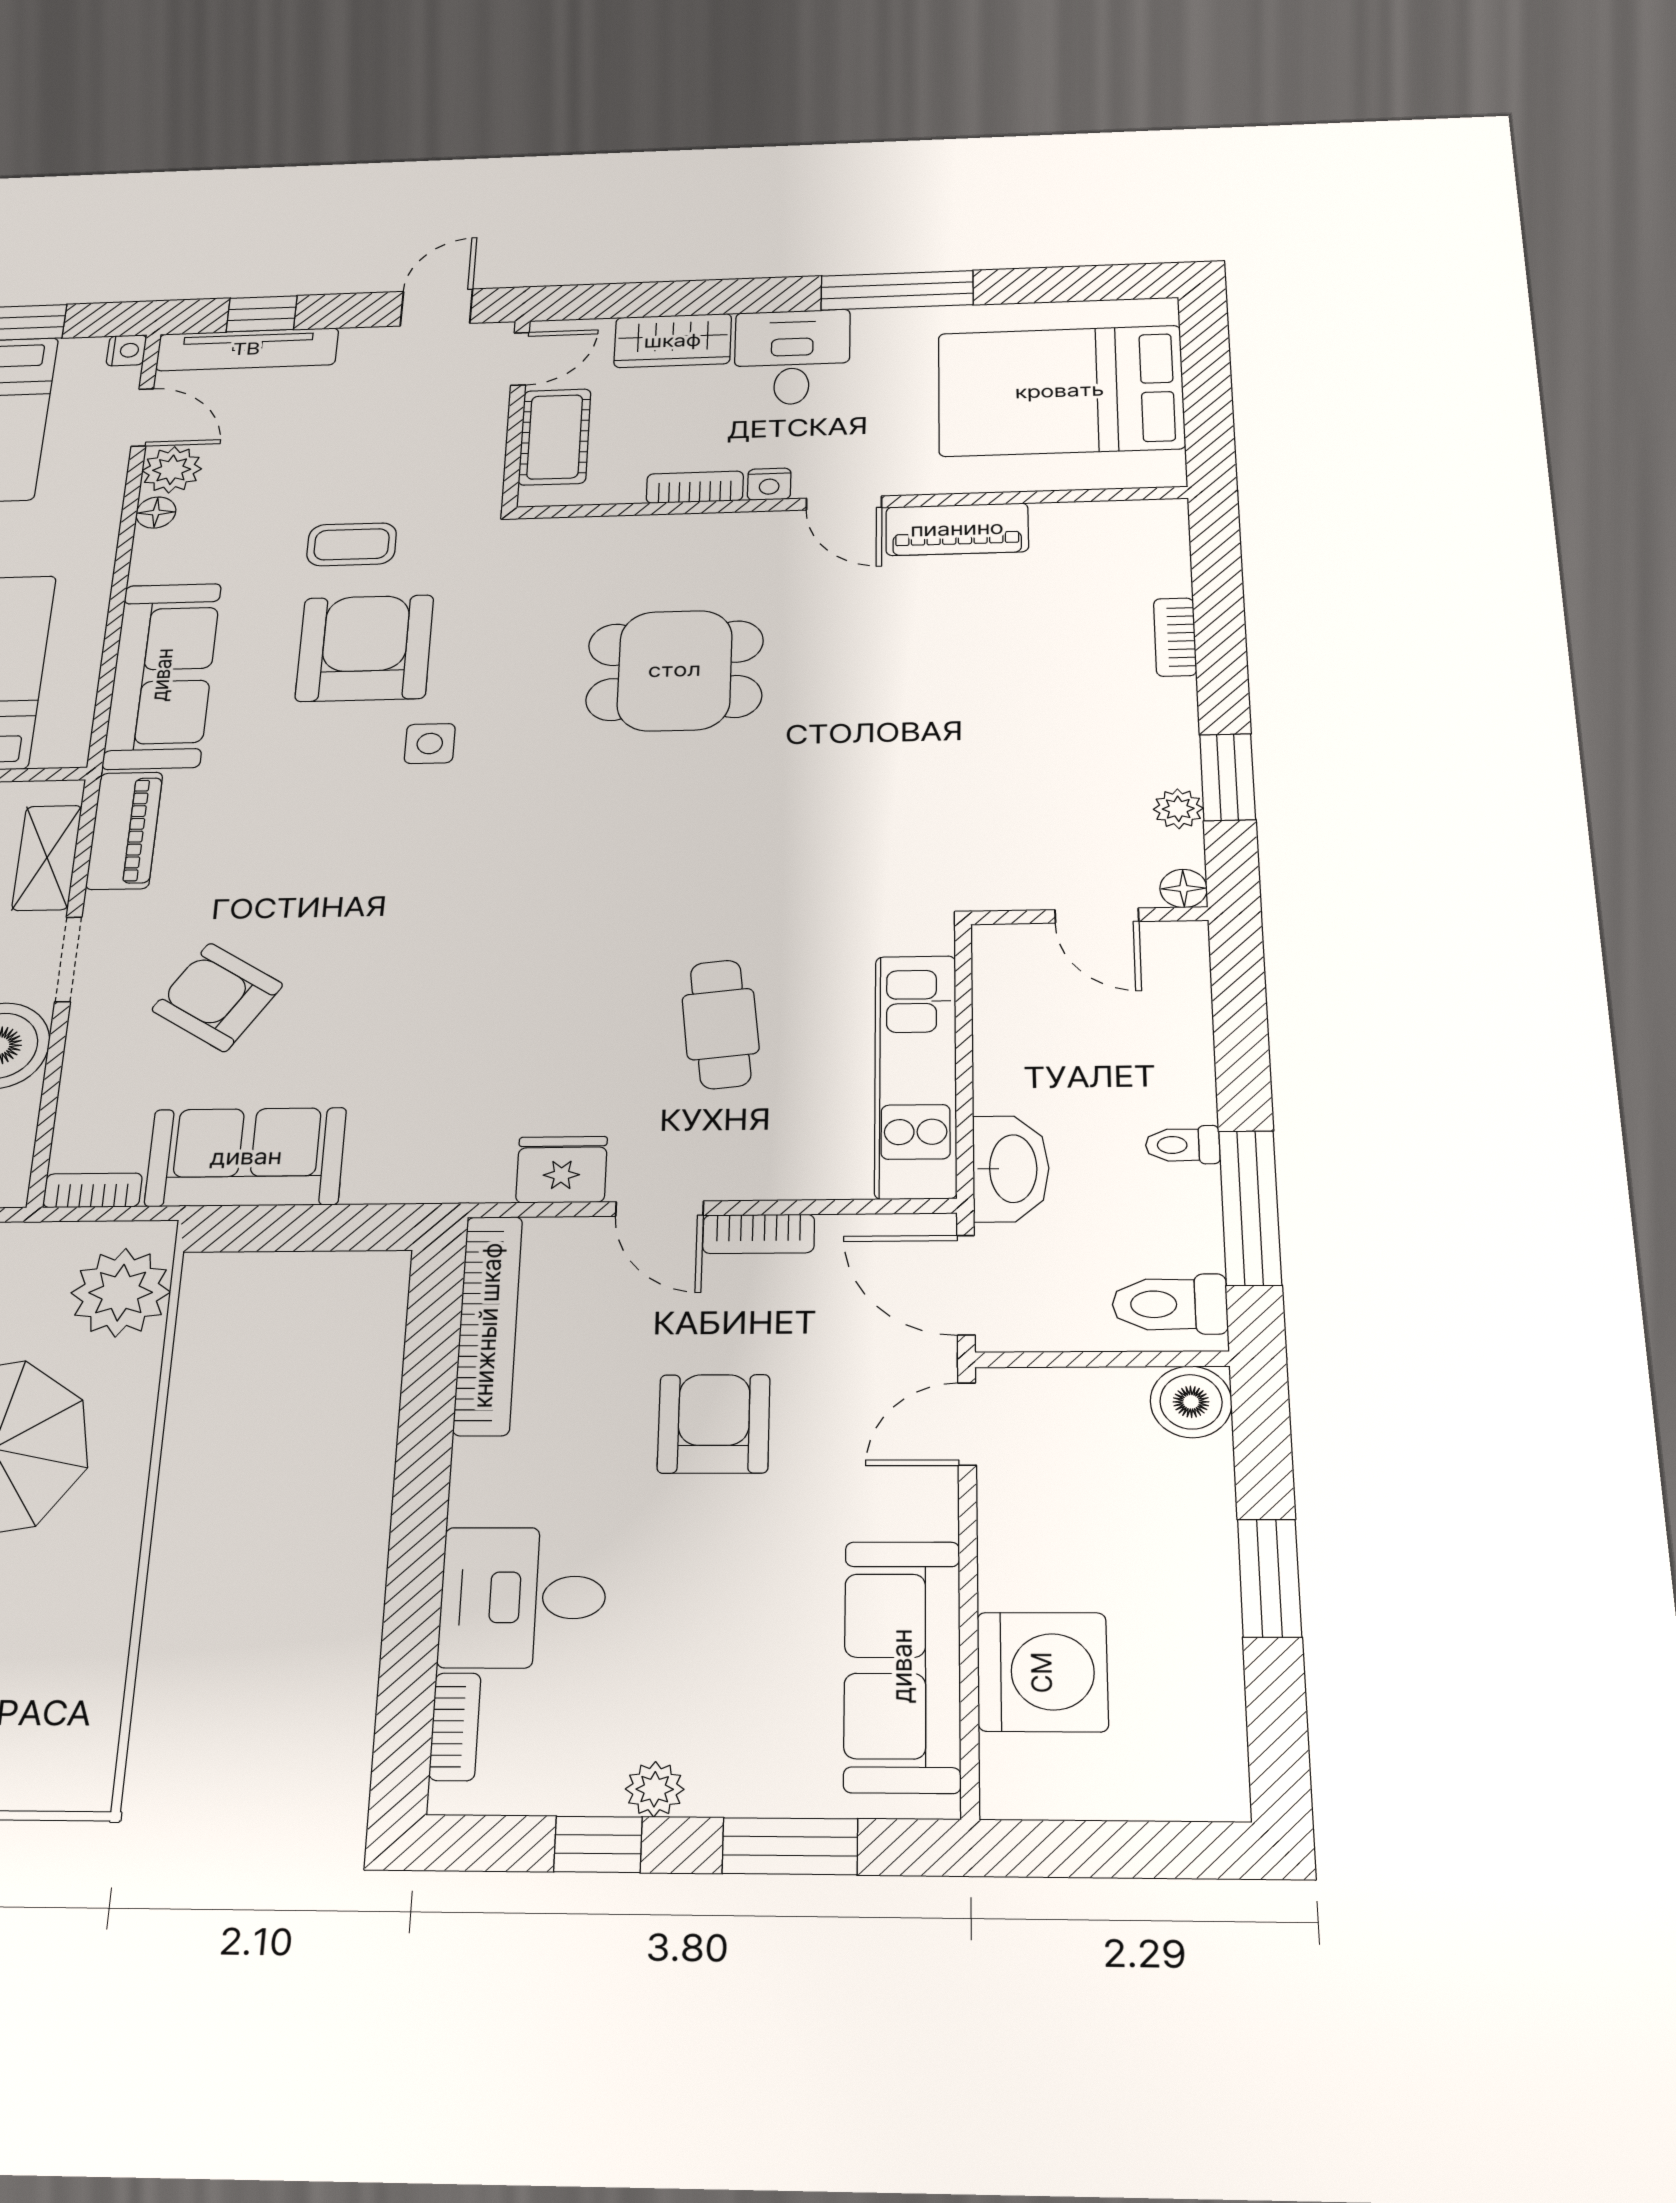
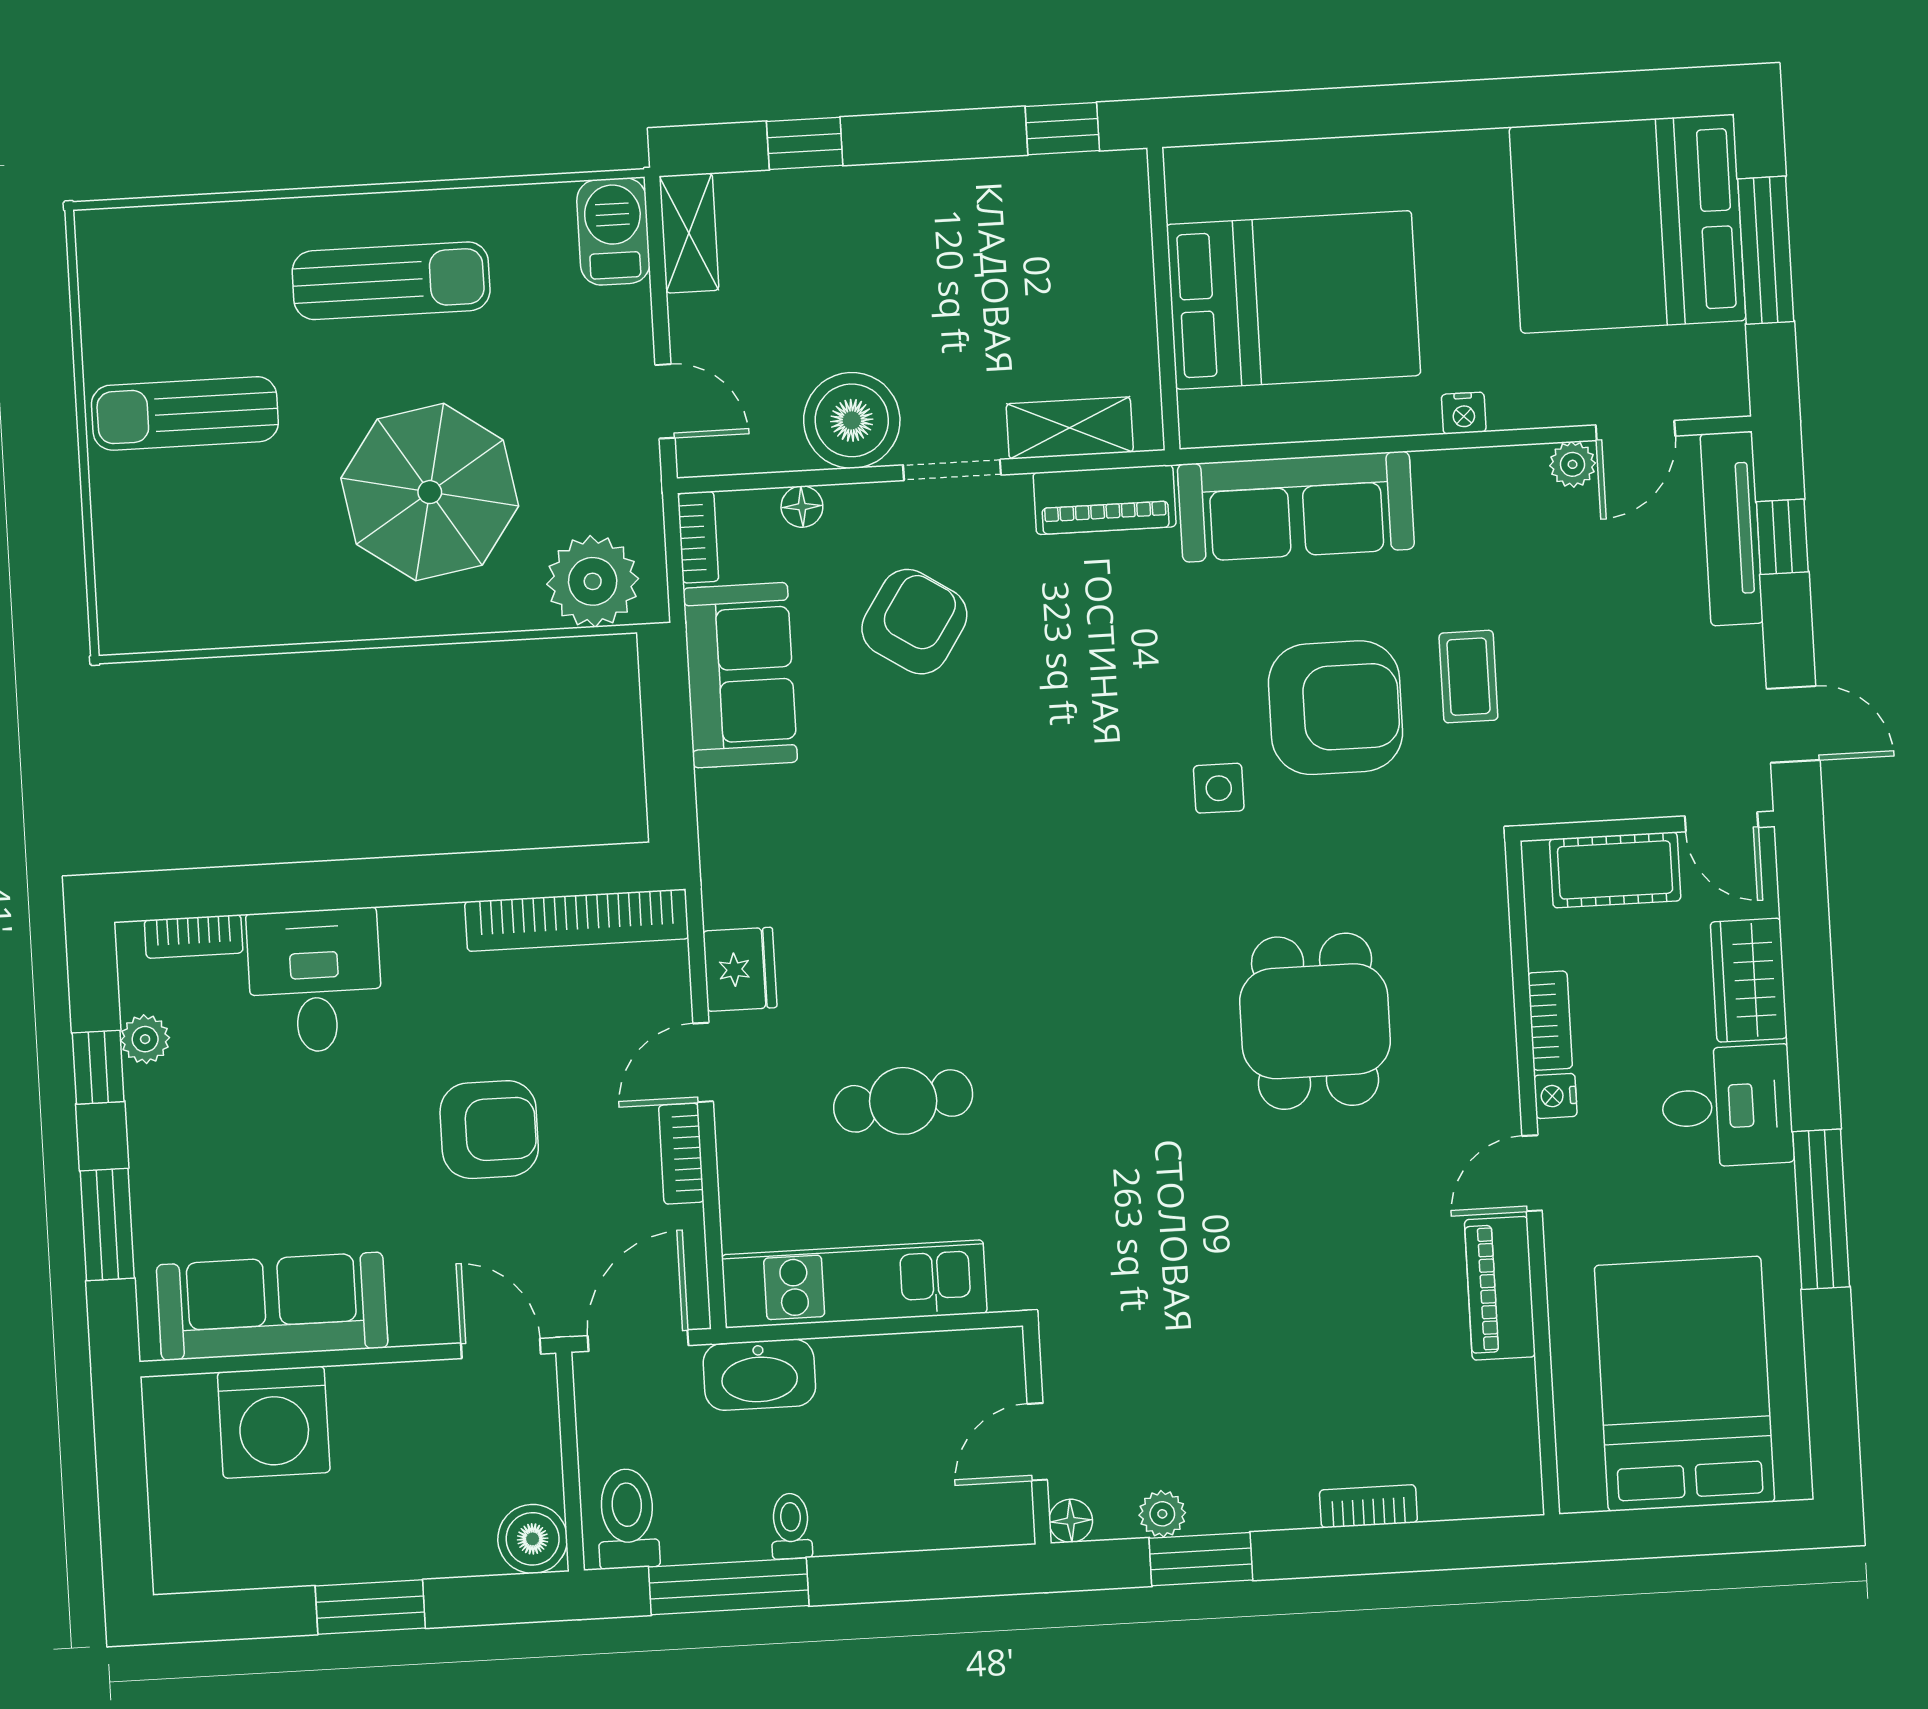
nightstand: (126, 350) -> (1464, 413), moved
plant: (172, 470) -> (1573, 464), width x0.73, depth x0.73
floor lamp: (156, 513) -> (802, 507), moved
plant: (655, 1789) -> (145, 1039), moved

